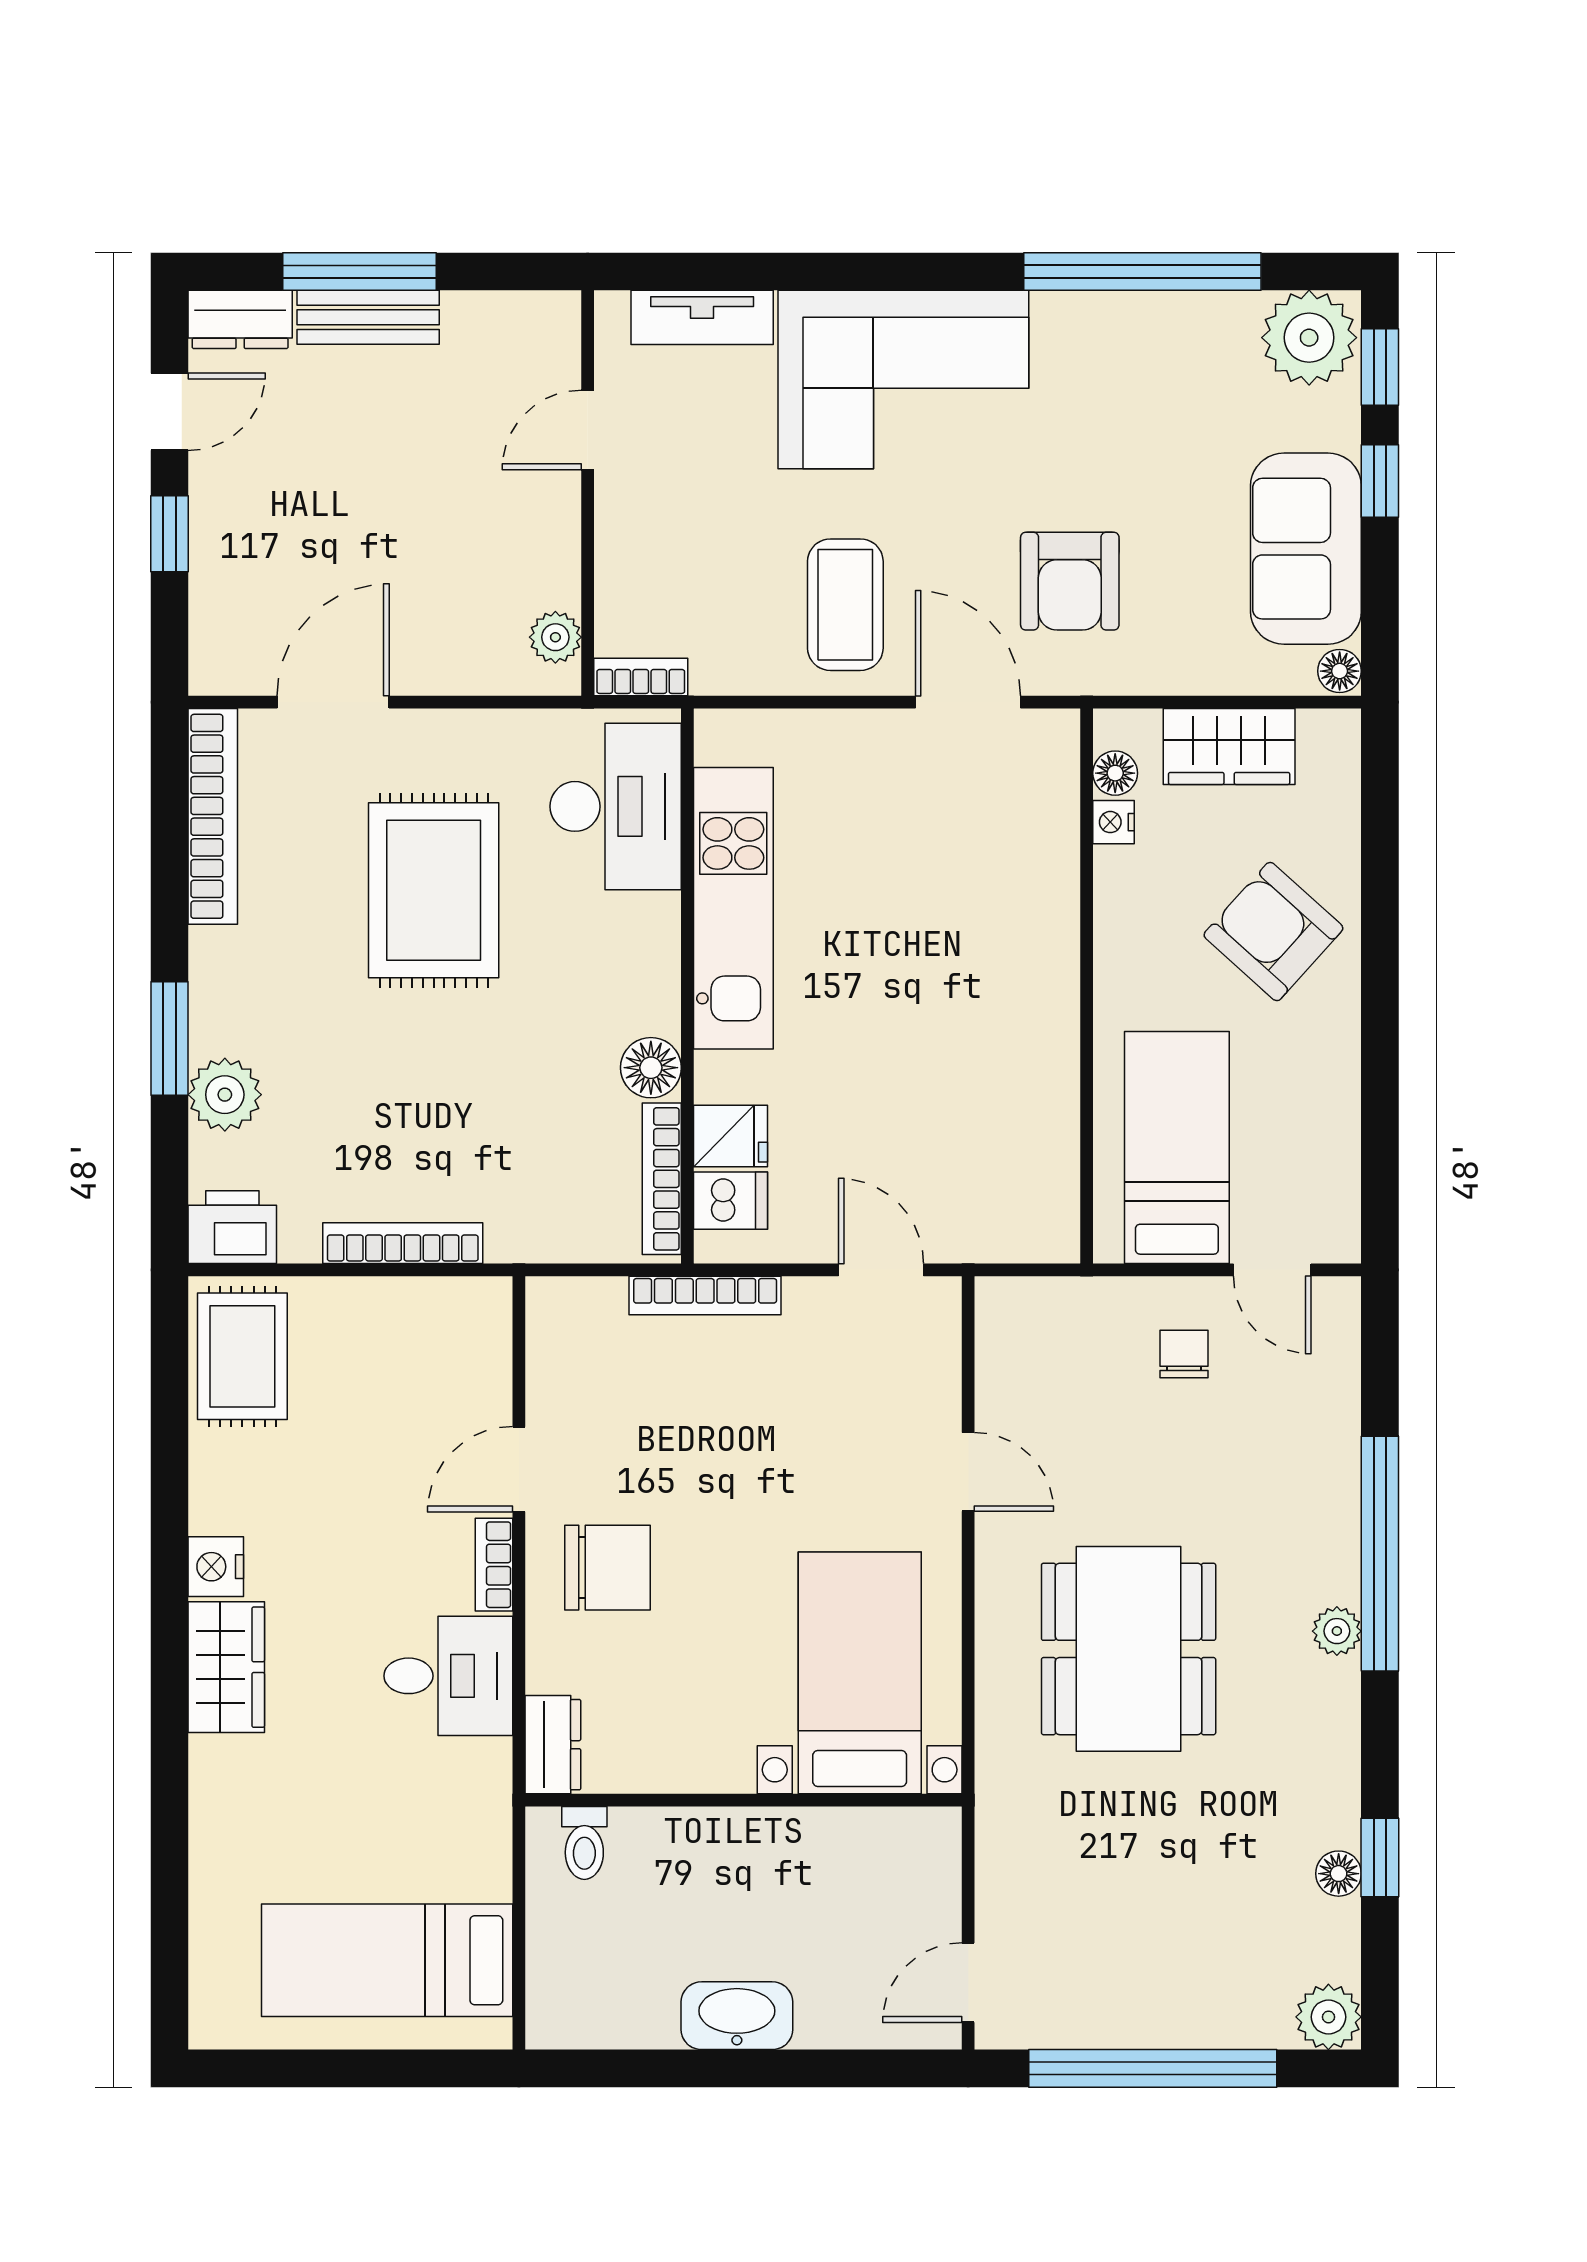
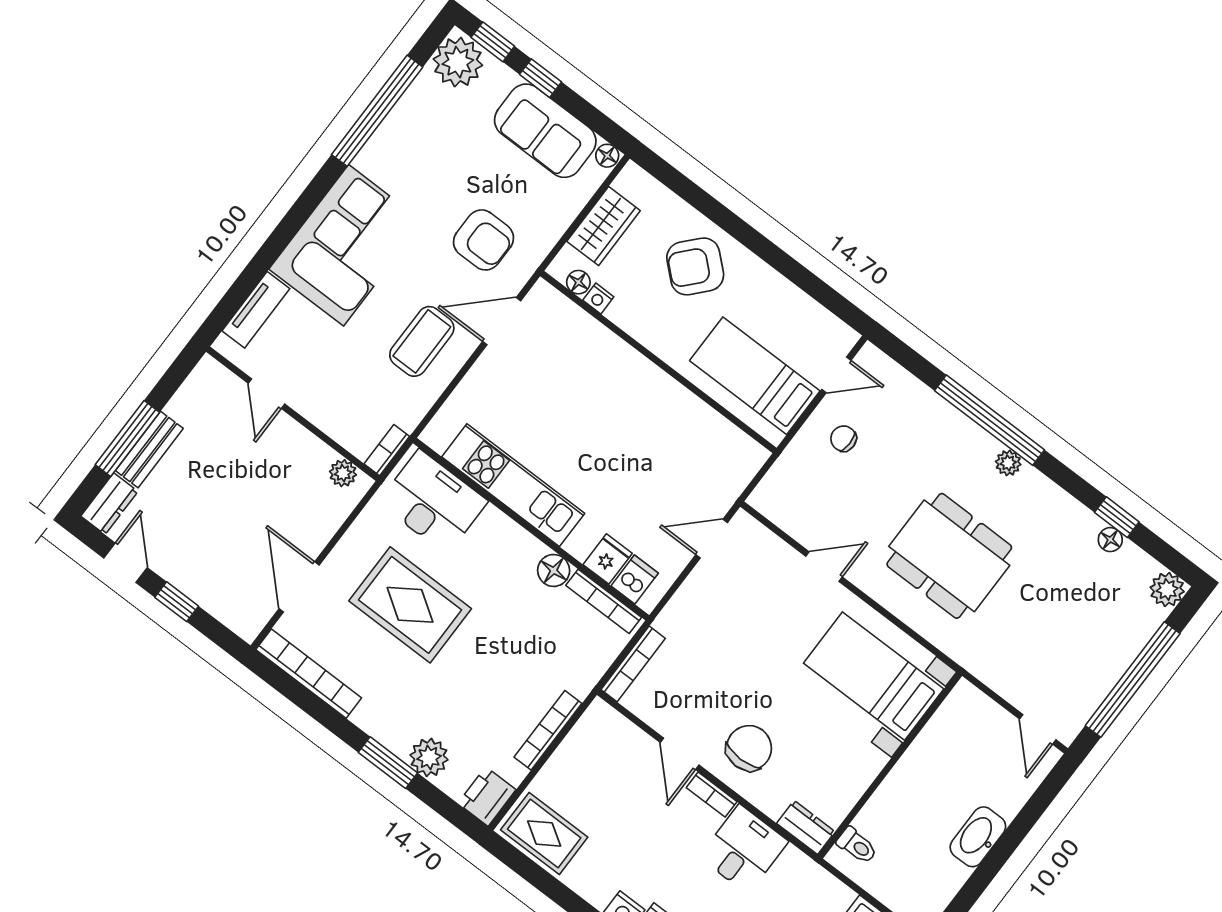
coffee table: (845, 605) -> (422, 341), turned 90
bookcase: (705, 1295) -> (633, 664), moved

